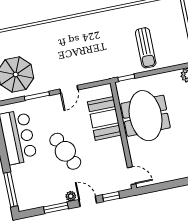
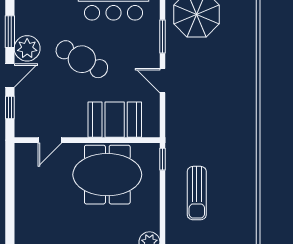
sun lounger: (146, 48) -> (197, 193), turned -90
cafe table: (65, 151) -> (82, 59), turned 54
door: (132, 176) -> (50, 140), moved
plant: (71, 196) -> (27, 48), width x1.88, depth x1.88

